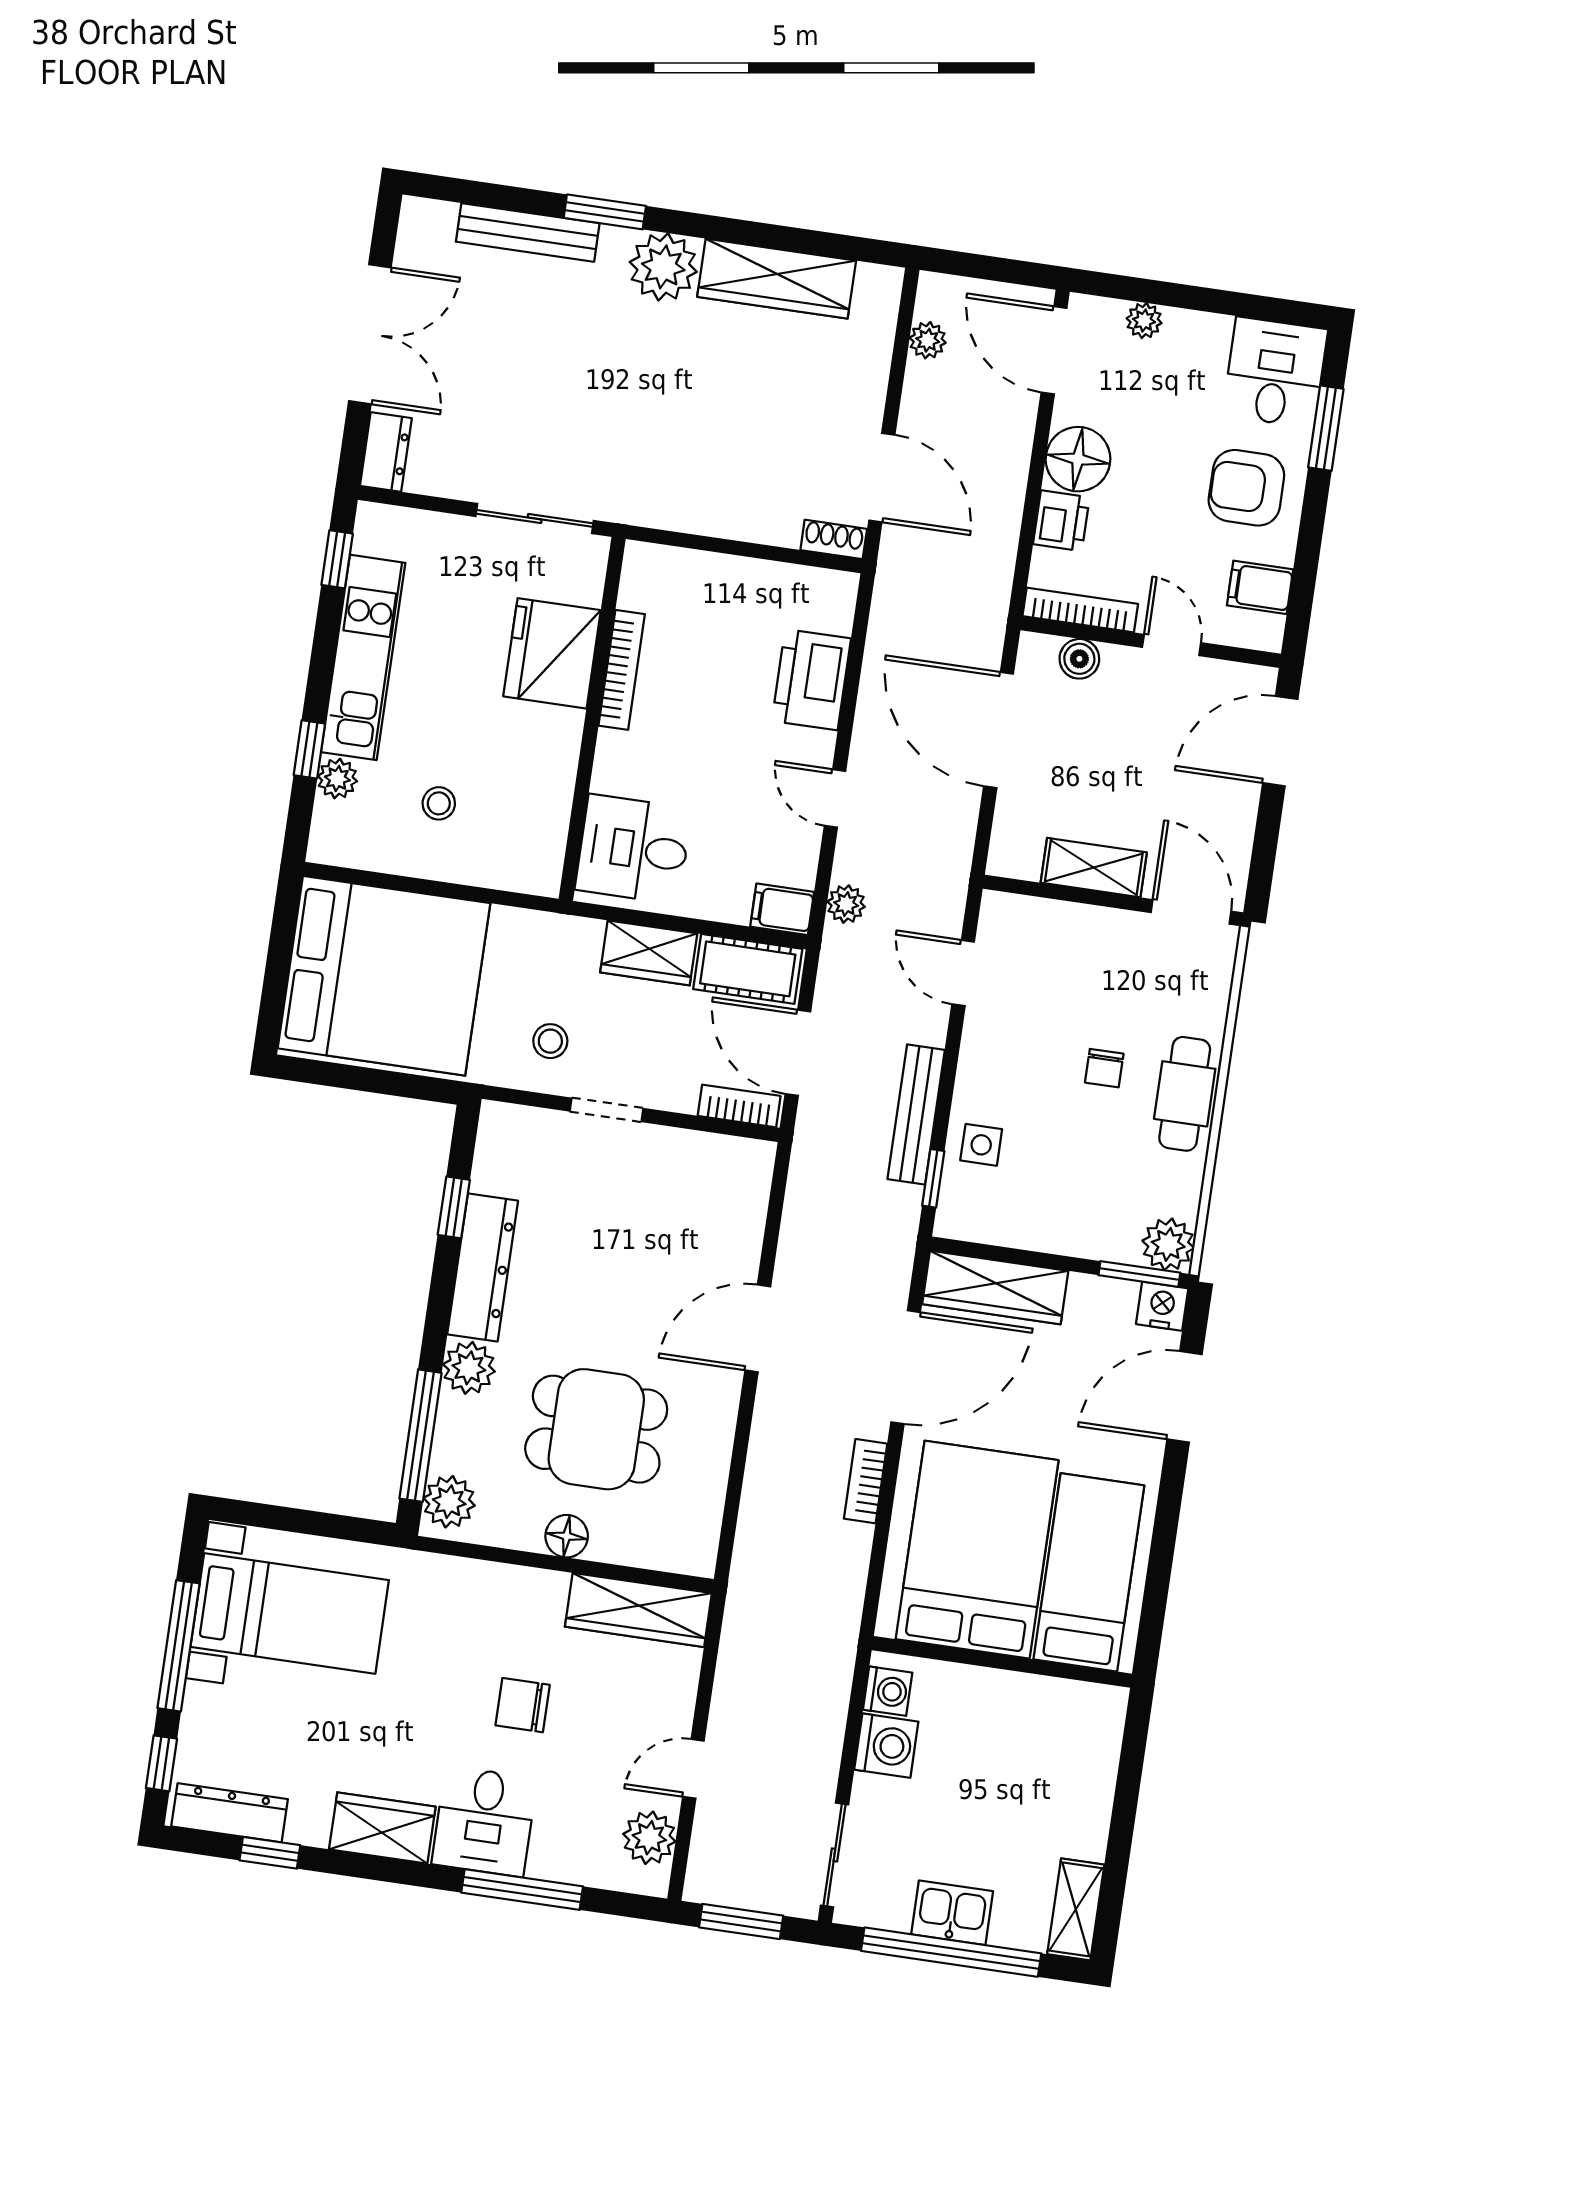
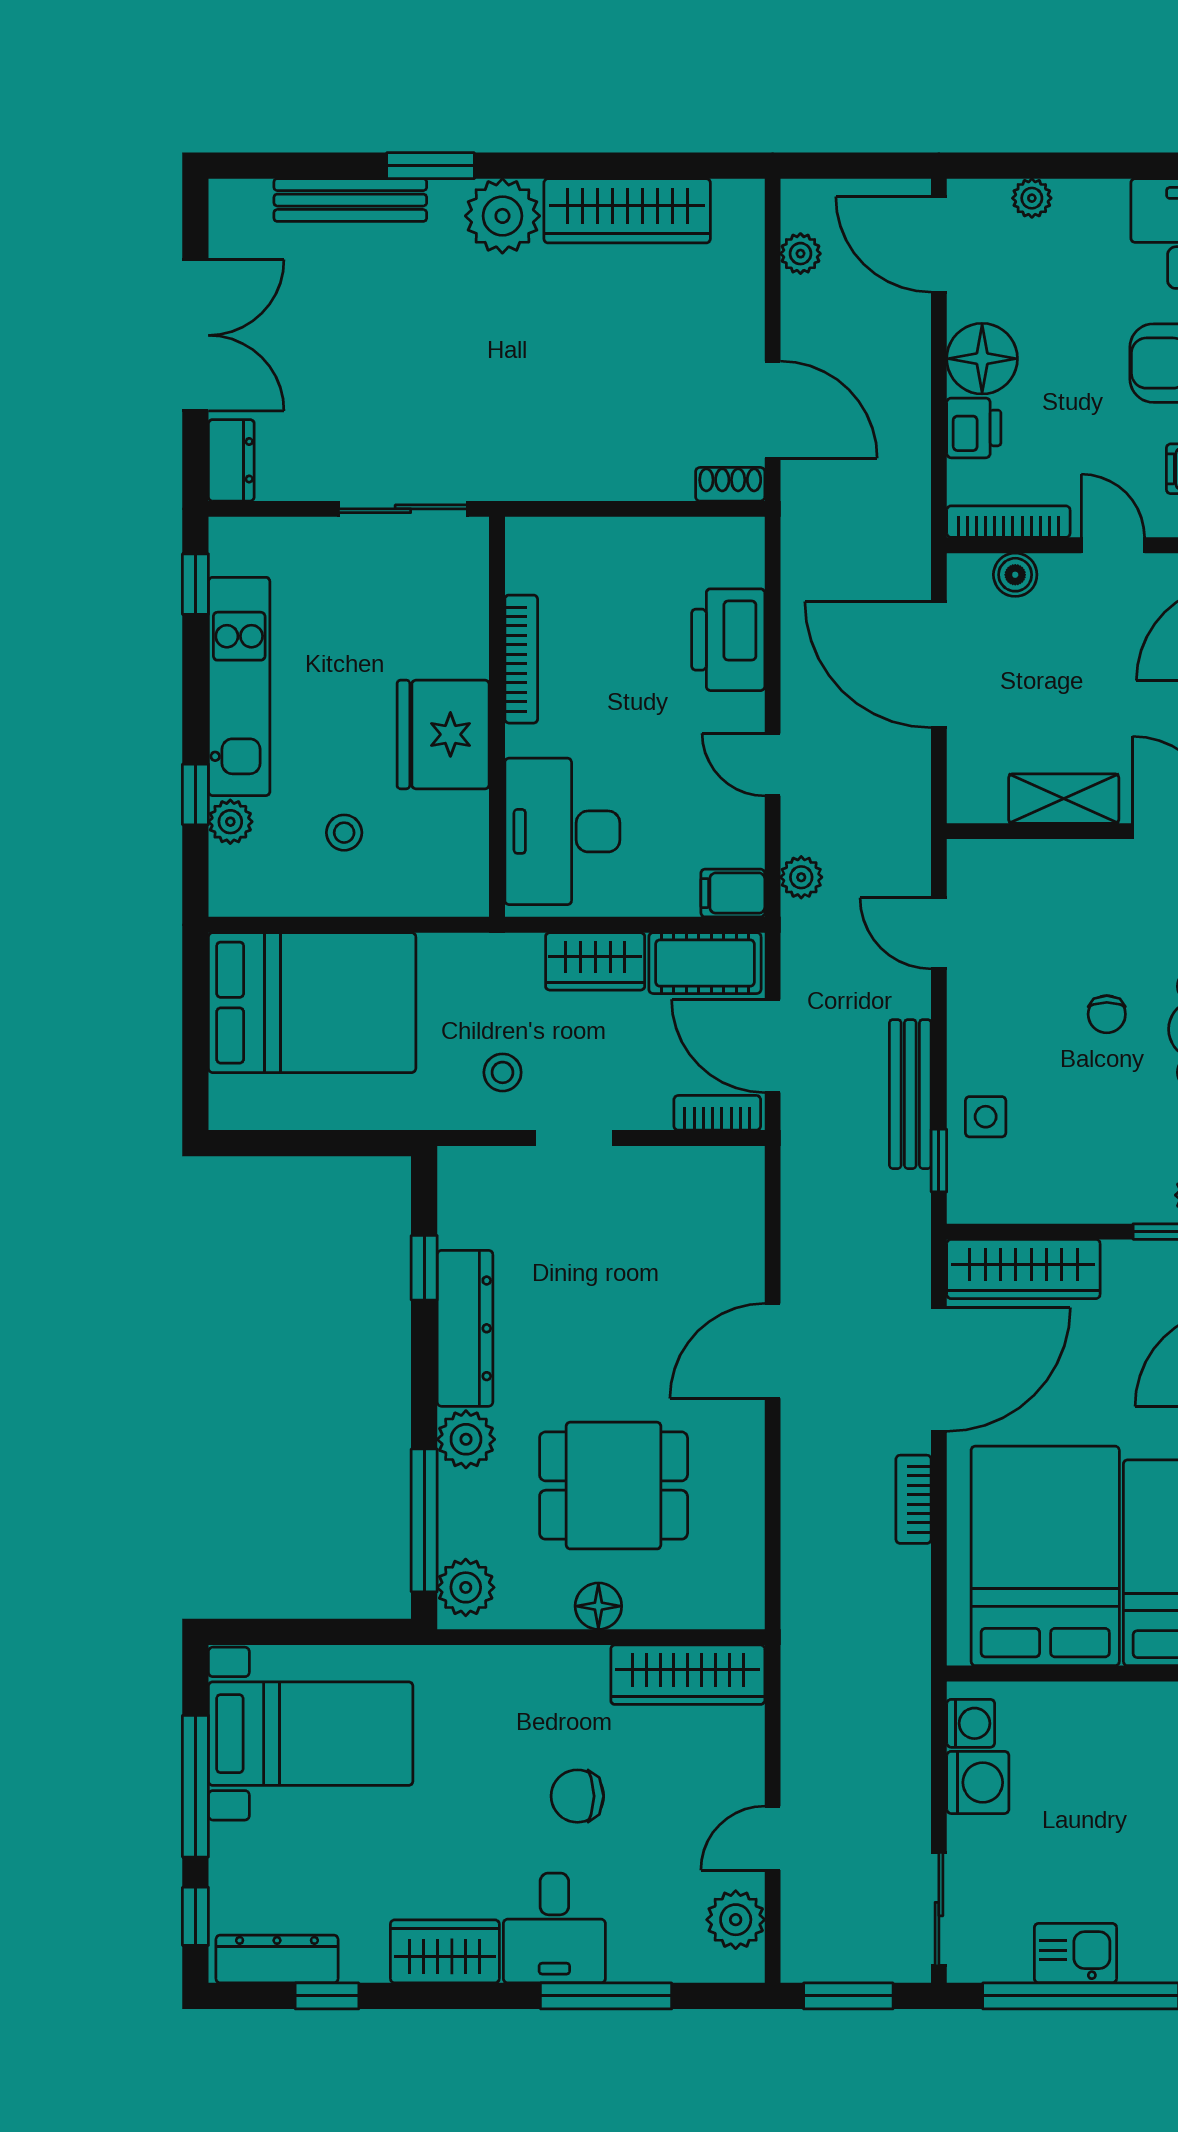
fridge: (552, 653) -> (443, 734), moved
desk: (634, 849) -> (562, 831), width x1.37
bed: (384, 976) -> (312, 1003), width x0.73

